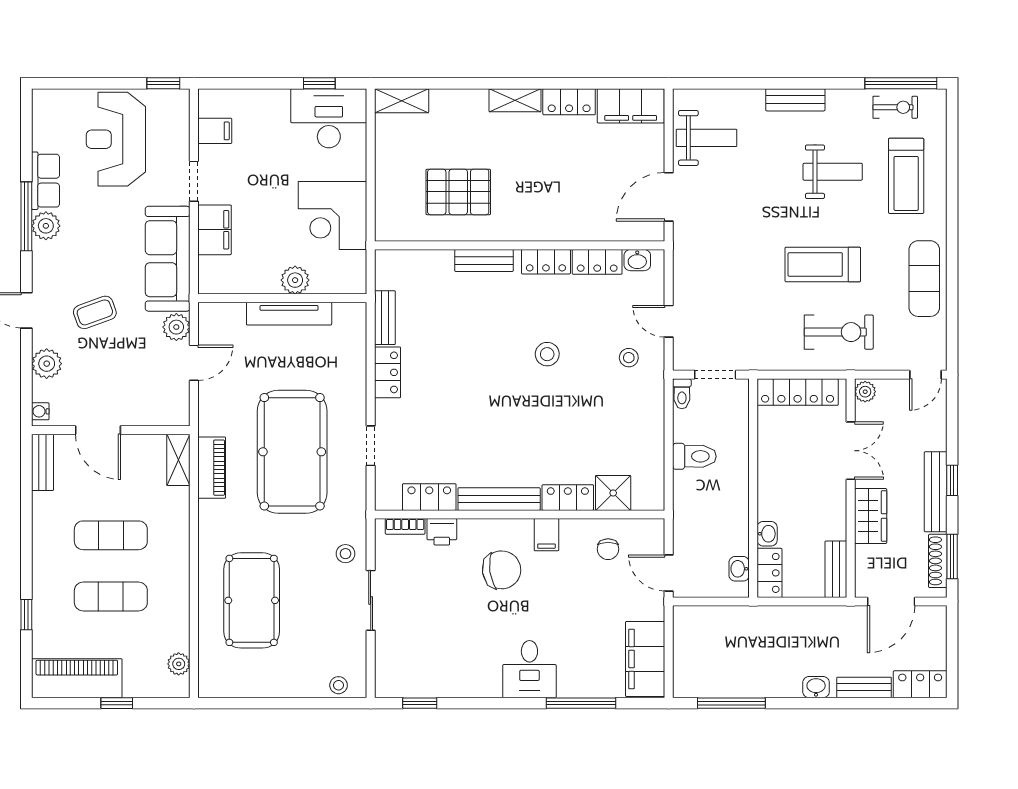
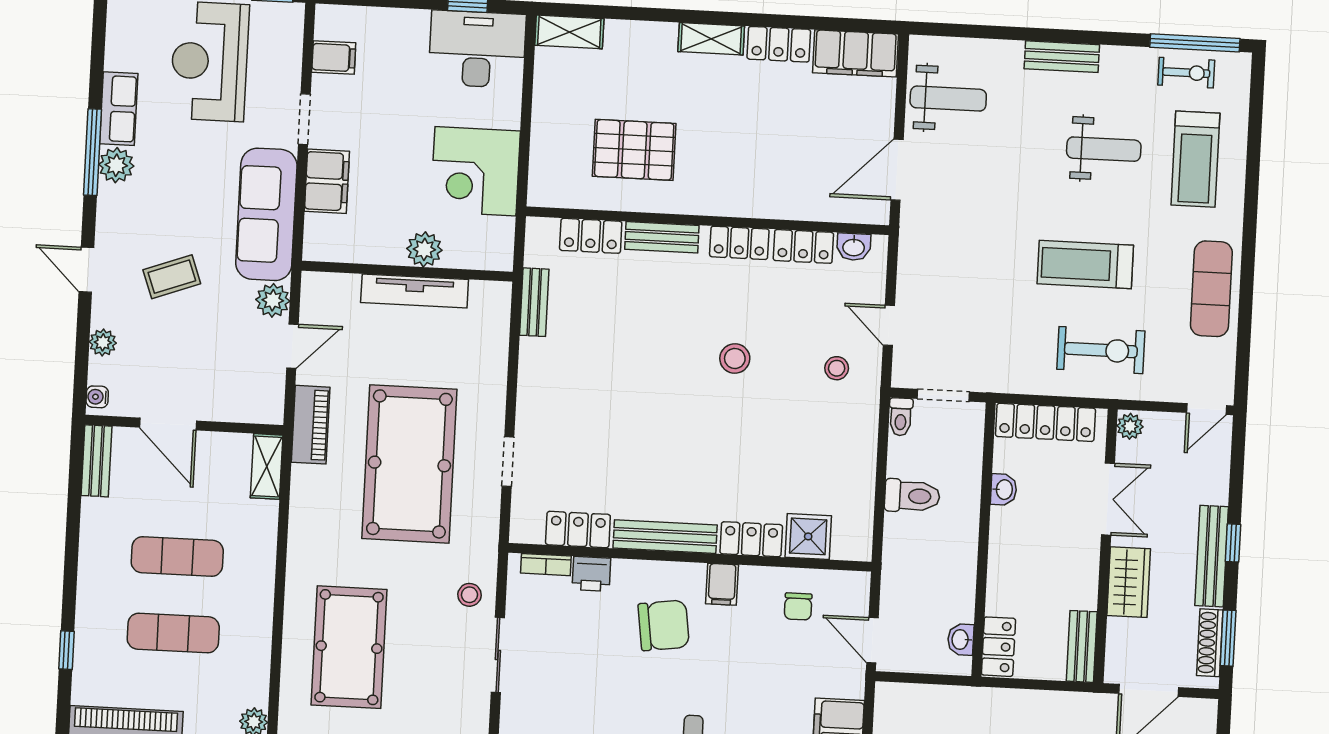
plant: (47, 364) -> (103, 342), width x0.73, depth x0.73
locker: (388, 372) -> (591, 236), moved, turned 90
piano: (212, 468) -> (311, 425), moved
washbasin: (767, 534) -> (1004, 490), moved

